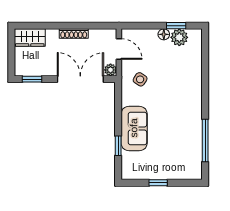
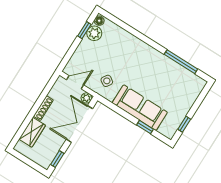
floor lamp: (164, 34) -> (99, 21), moved
wardrobe: (30, 38) -> (32, 132), moved
sofa: (134, 128) -> (140, 108), width x1.36
window: (158, 183) -> (184, 124), moved

